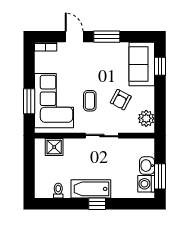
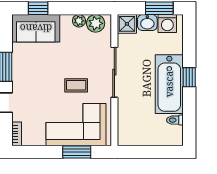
armchair: (121, 100) -> (75, 51), removed
plant: (149, 103) -> (79, 21), added
sliding door: (102, 136) -> (114, 72), width x1.37
shower: (54, 147) -> (127, 24), moved
bathtub: (91, 189) -> (169, 84), width x1.36, depth x1.36

